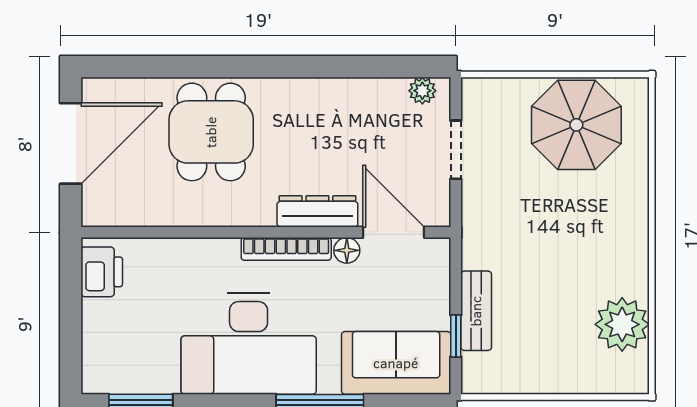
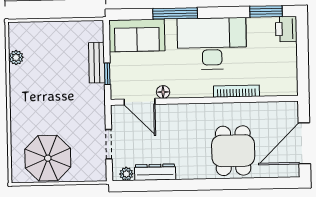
dresser: (317, 211) -> (155, 172), moved, turned 180
bookcase: (286, 249) -> (236, 91), moved
printer: (102, 272) -> (286, 29), moved
plant: (622, 324) -> (16, 57), width x0.53, depth x0.53
window: (456, 336) -> (107, 74), moved

